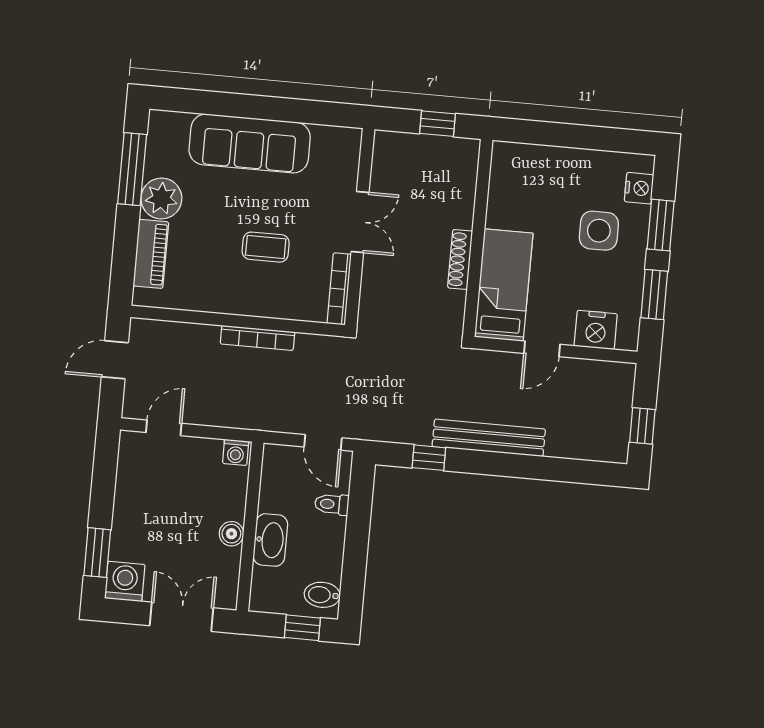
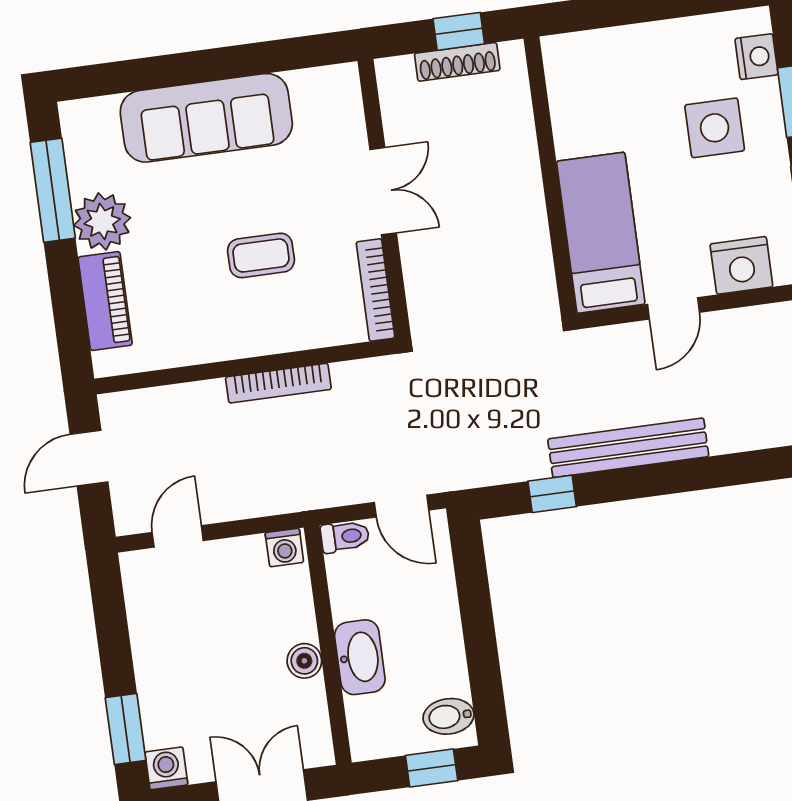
shoe rack: (460, 259) -> (457, 62), moved, turned -90
toilet: (332, 504) -> (345, 537), moved, turned 180
washing machine: (125, 581) -> (166, 768), width x0.73, depth x0.73

